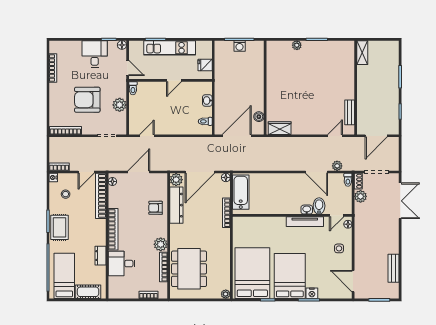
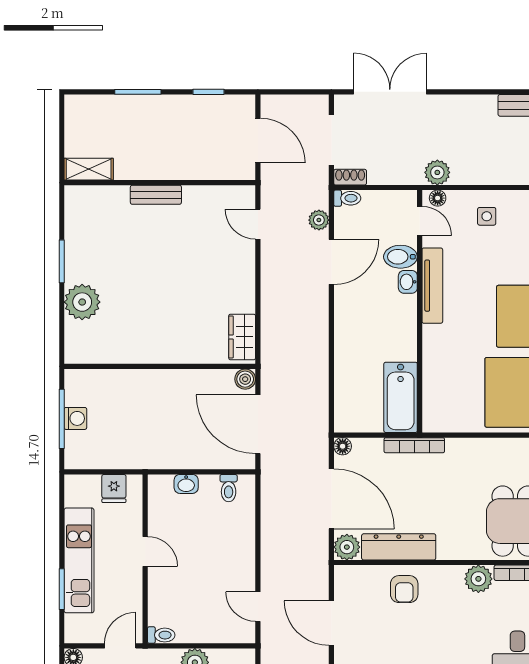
plant: (297, 45) -> (82, 302), width x1.88, depth x1.88
bench: (350, 112) -> (156, 195), moved
boiler: (259, 117) -> (245, 379), moved
bathtub: (241, 192) -> (401, 397), moved, turned -90
plant: (361, 196) -> (437, 172), moved

